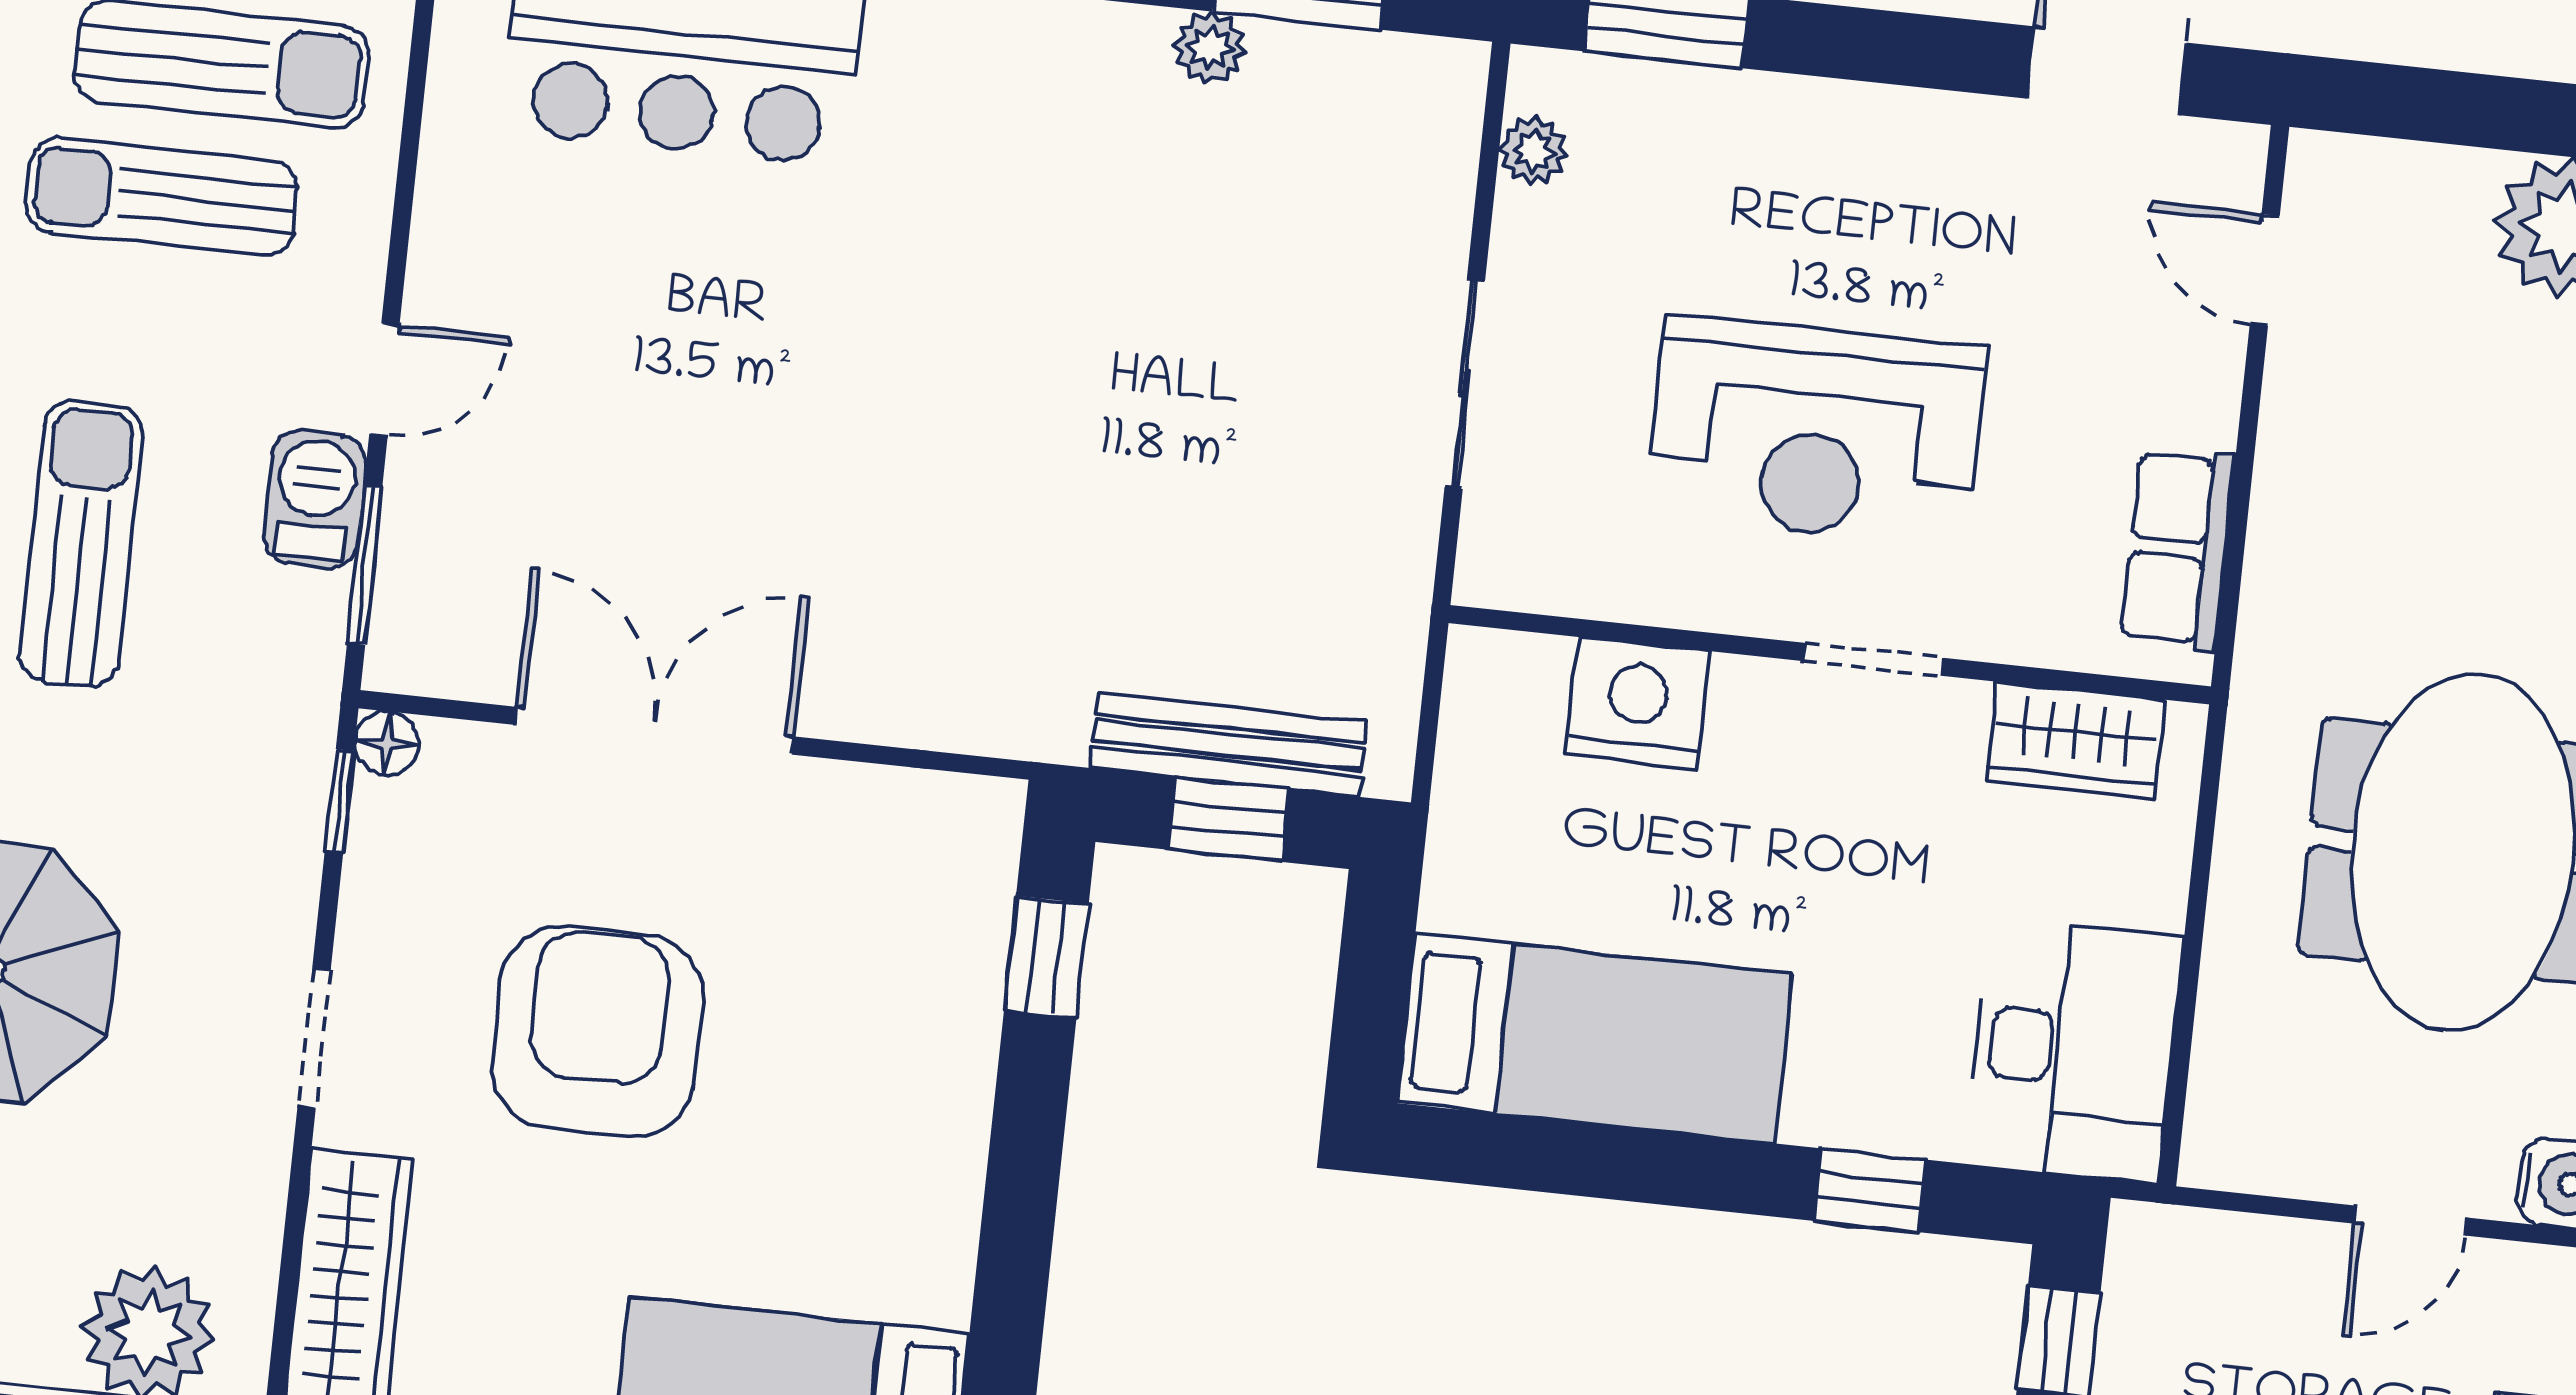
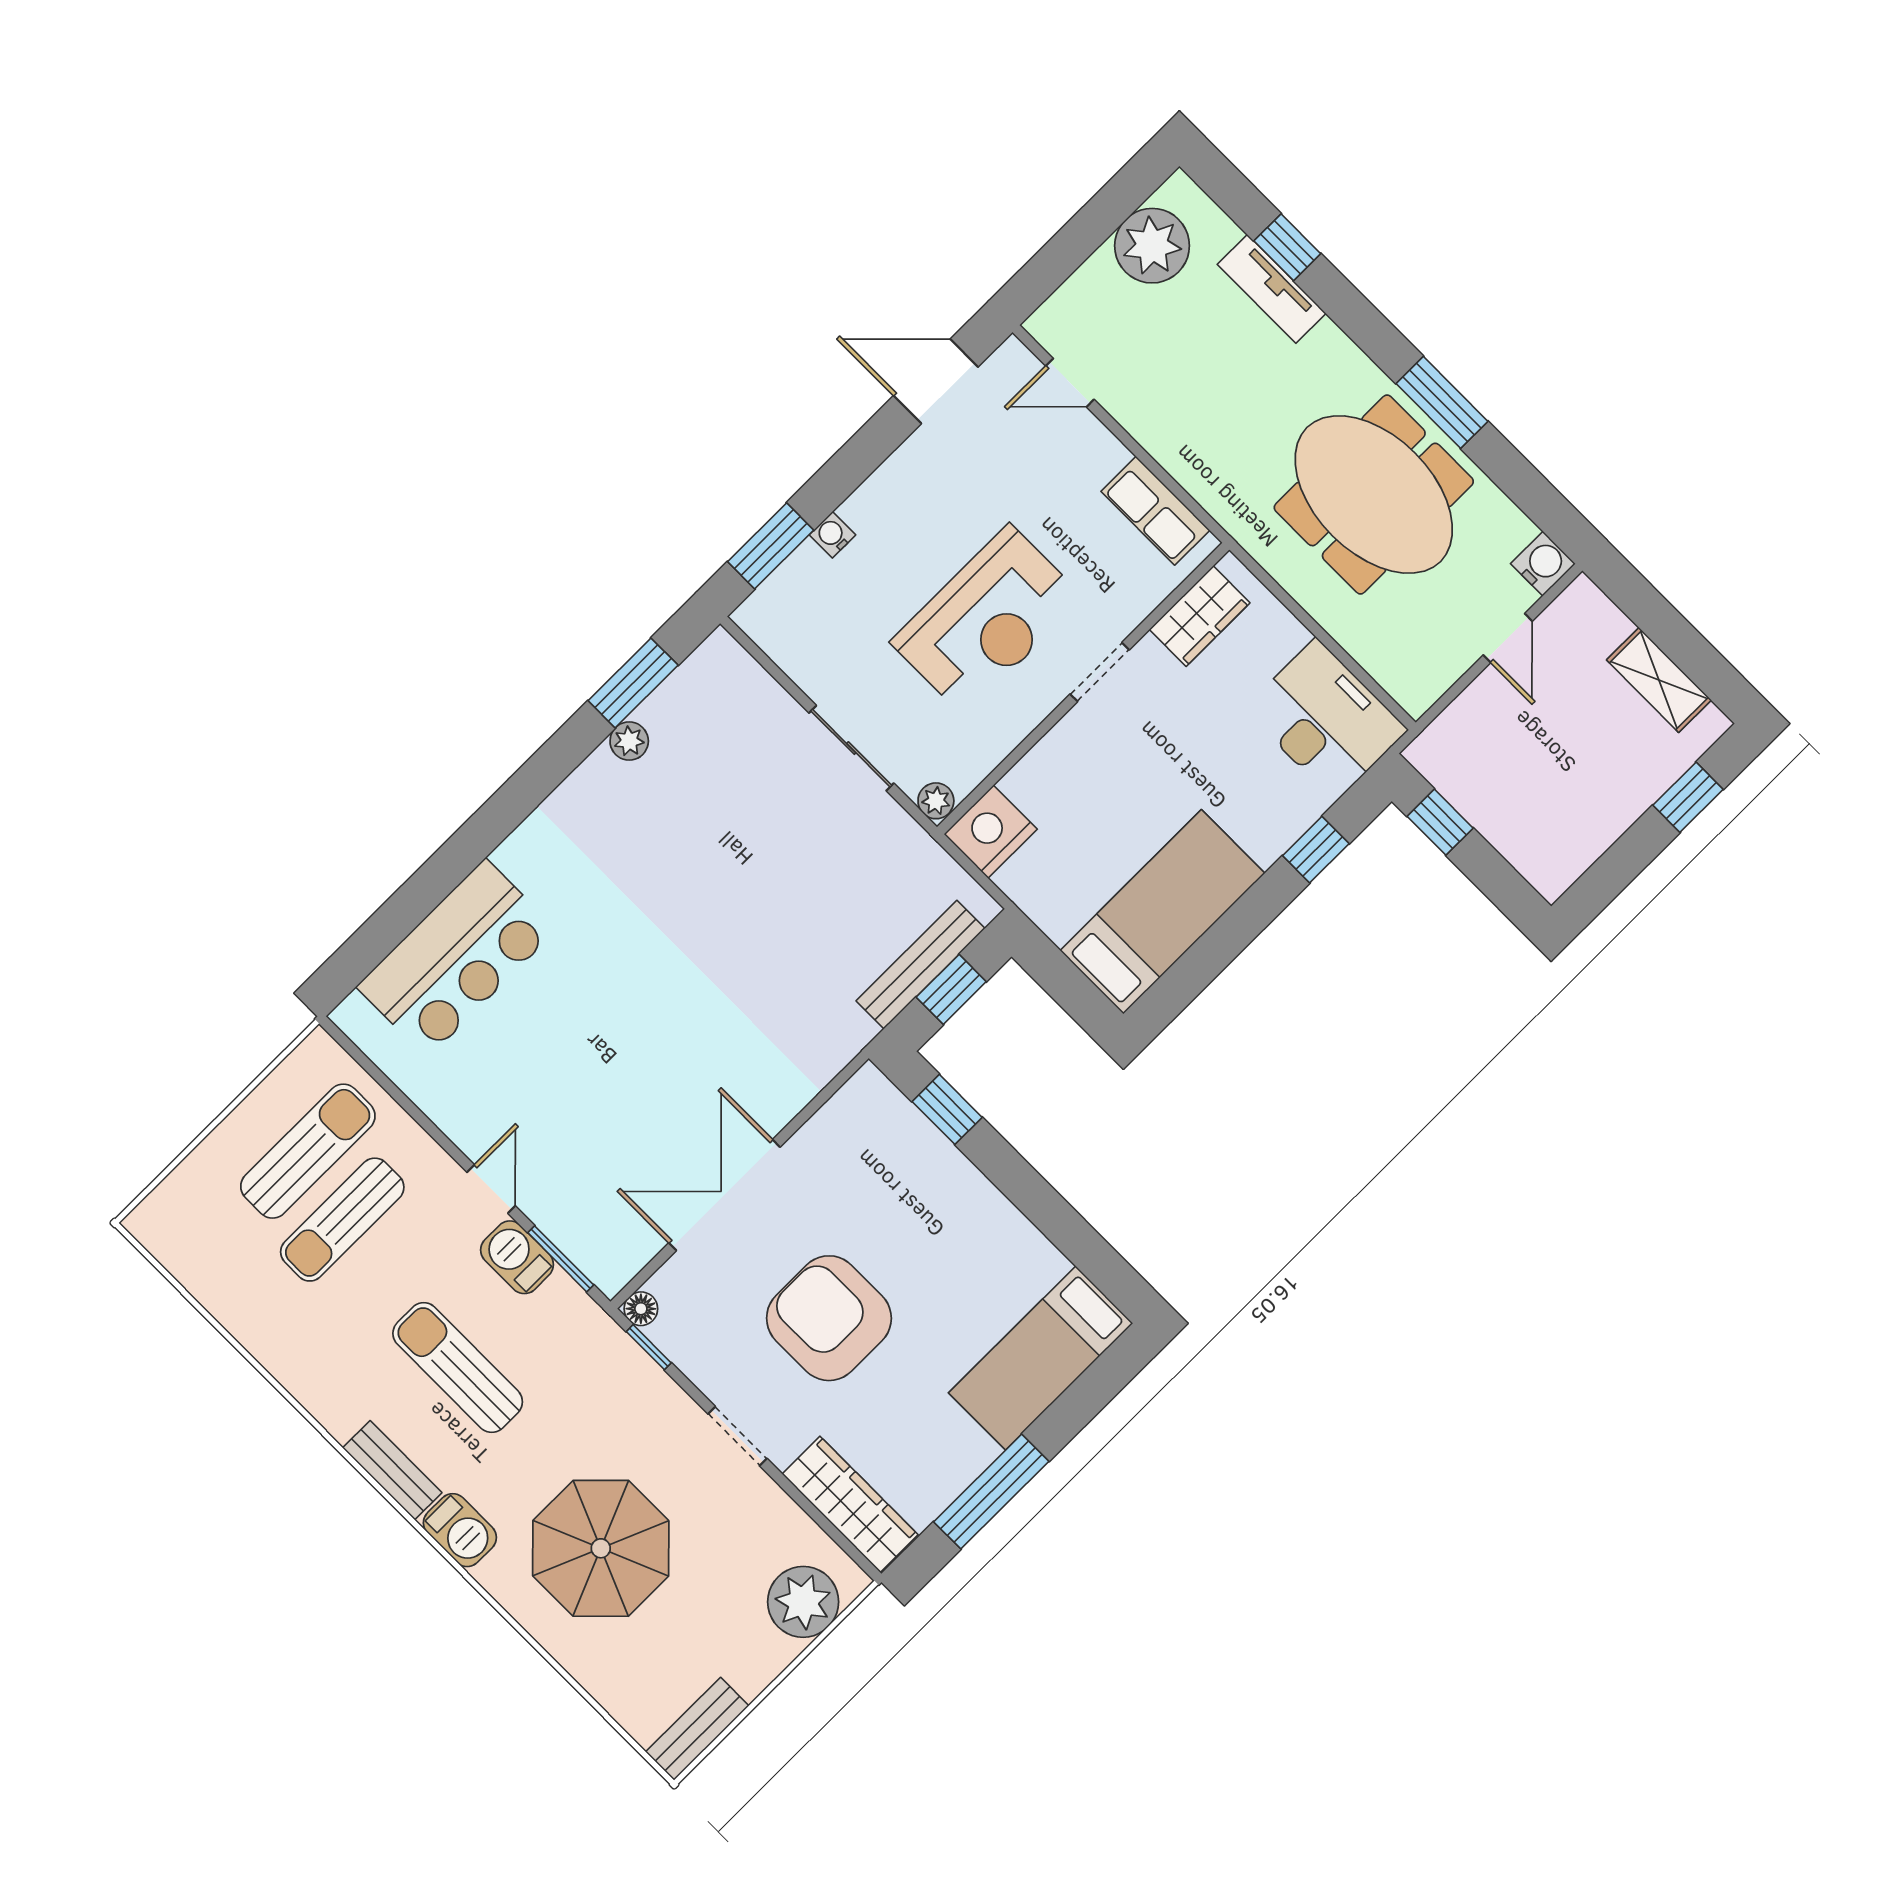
water cooler: (1757, 101) -> (832, 535), added
plant: (1533, 151) -> (936, 801), moved
nightstand: (1637, 703) -> (991, 832), moved

